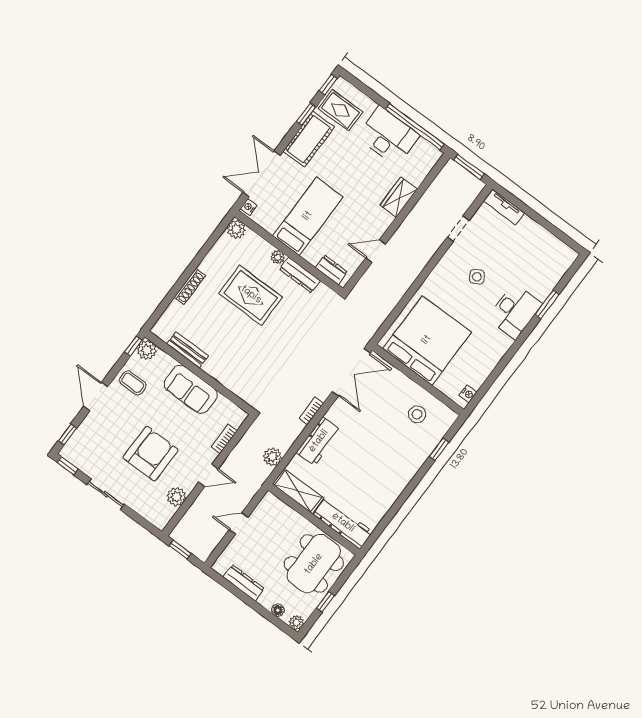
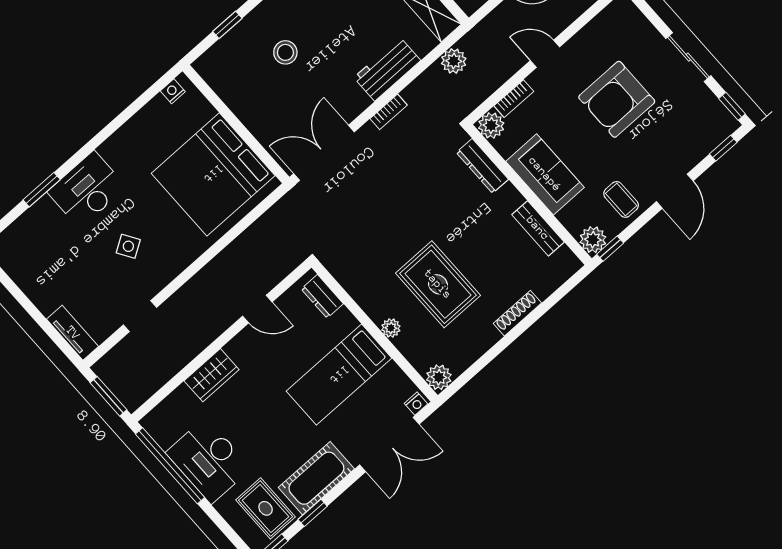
dresser: (300, 275) -> (482, 166), moved, turned 180
stool: (417, 414) -> (285, 52), moved
plant: (176, 497) -> (491, 125), moved

